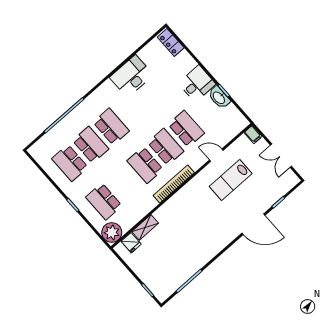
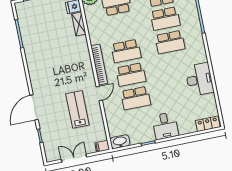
washbasin: (219, 98) -> (120, 142), moved
door: (216, 155) -> (99, 93), moved
school desk: (145, 165) -> (126, 51), turned 180

